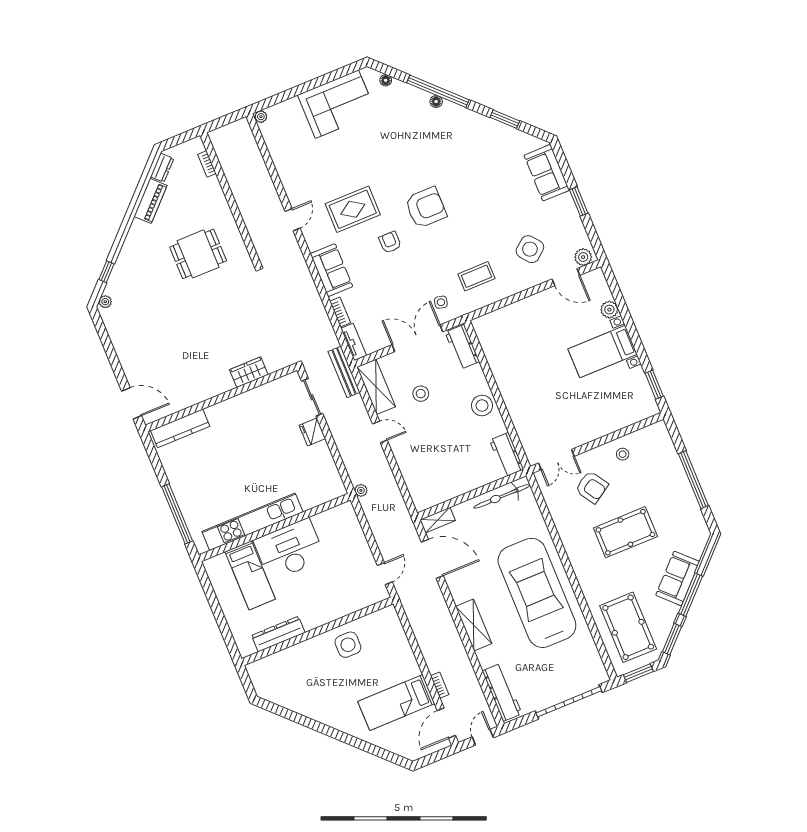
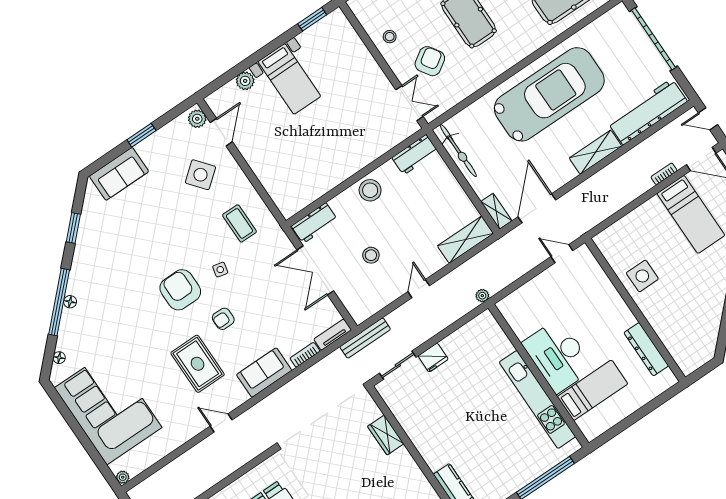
corner sofa: (337, 104) -> (108, 408), width x1.36, depth x1.36
side table: (441, 302) -> (220, 270), moved
shelving: (376, 387) -> (466, 240), moved
car: (537, 593) -> (549, 94), turned 180
workbench: (502, 692) -> (647, 112), width x1.36, depth x1.32

